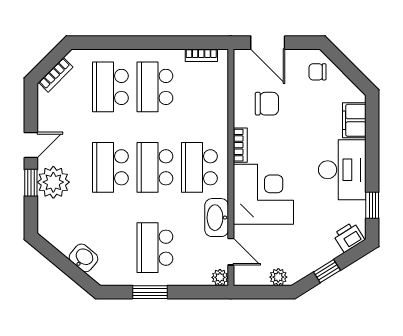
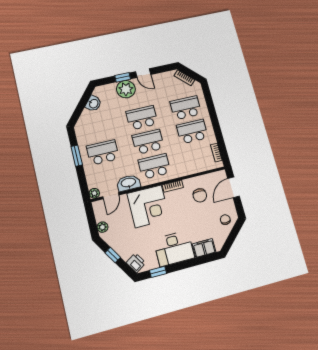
washbasin: (83, 258) -> (93, 104), moved

